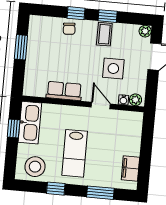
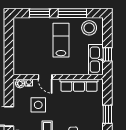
row of seats: (64, 91) -> (79, 85), width x1.48
filing cabinet: (130, 168) -> (19, 33), removed
window: (56, 189) -> (72, 13), width x2.17

